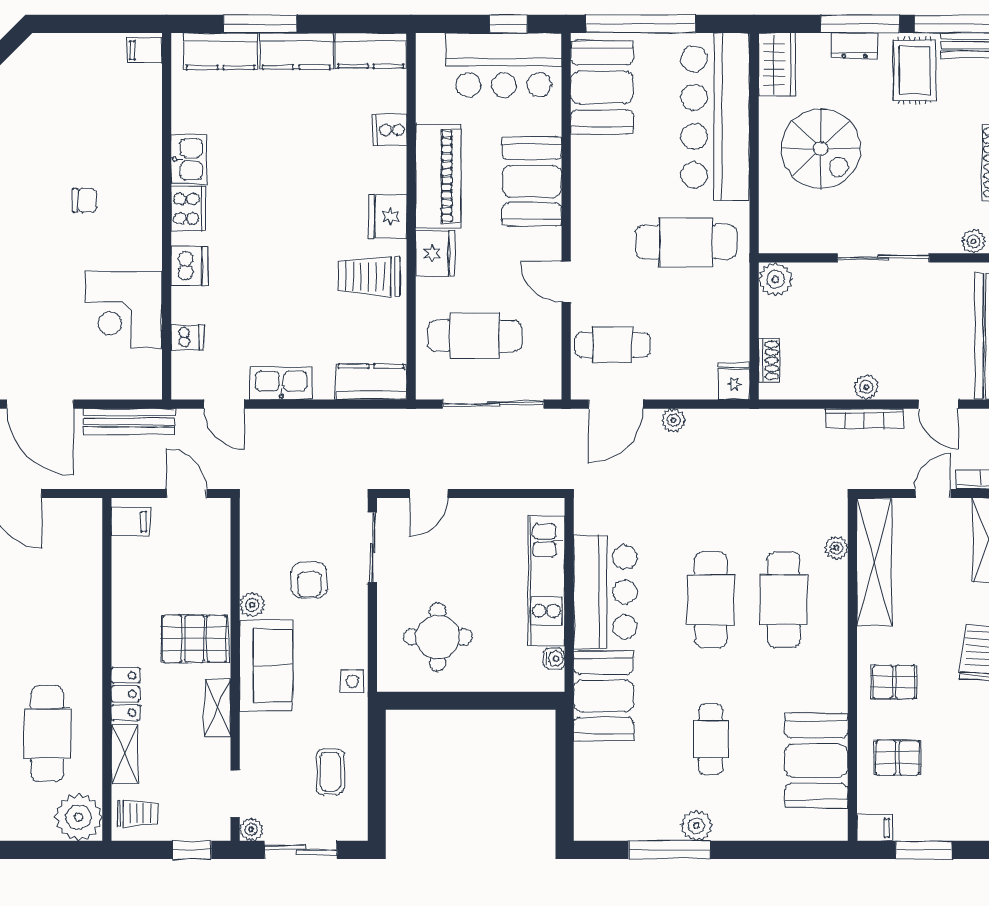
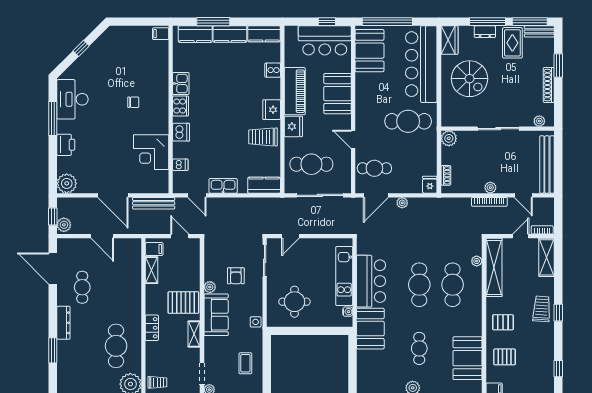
shelving: (125, 754) -> (152, 270), moved

